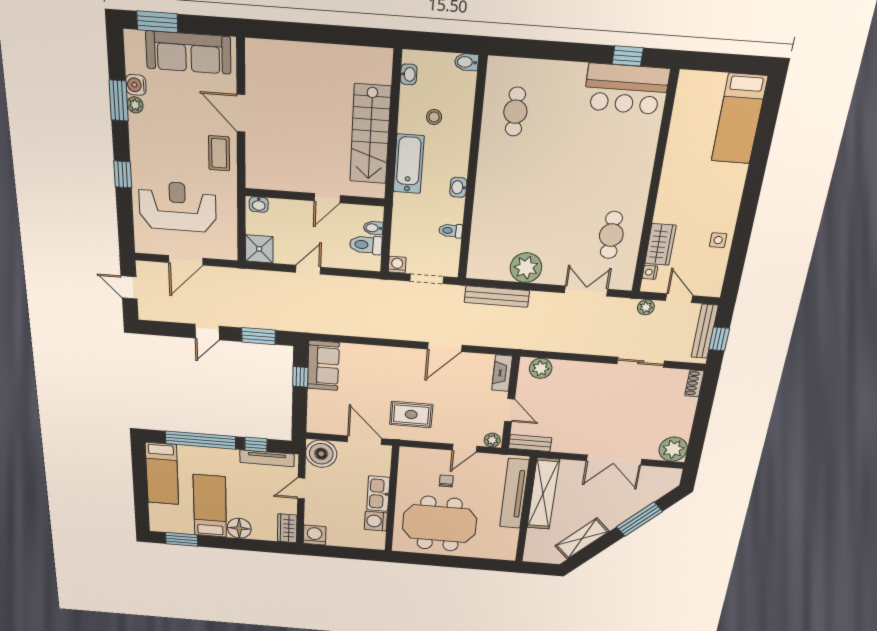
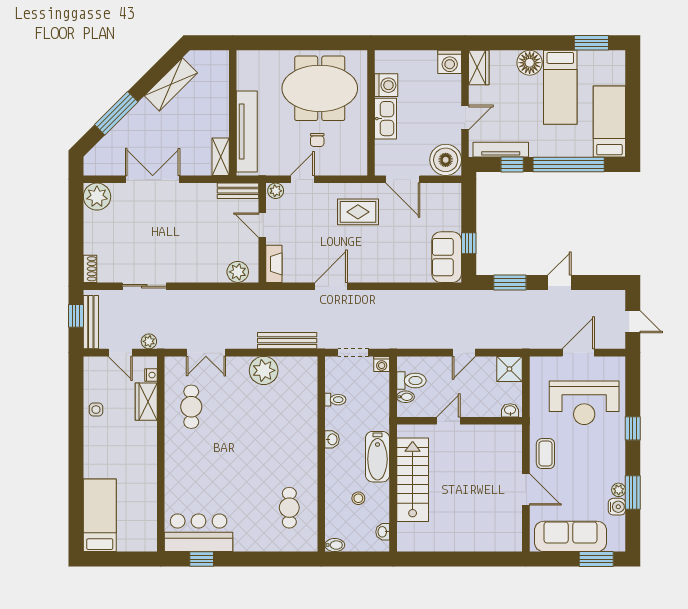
shelving: (543, 494) -> (221, 157), width x0.45, depth x0.75

